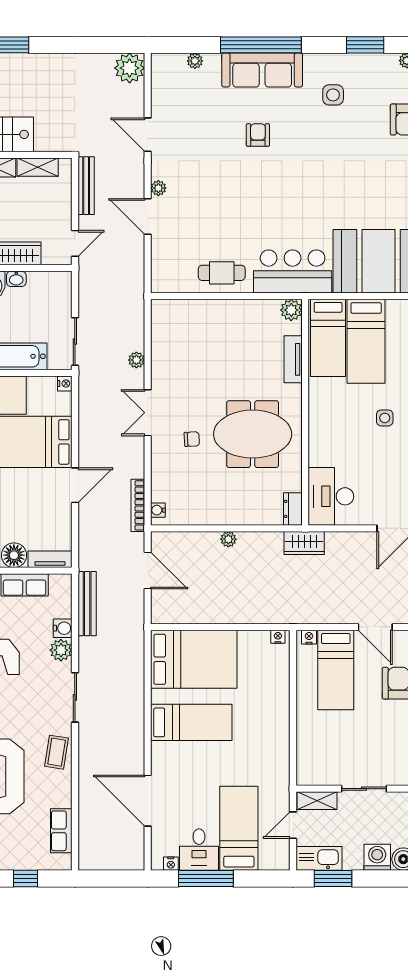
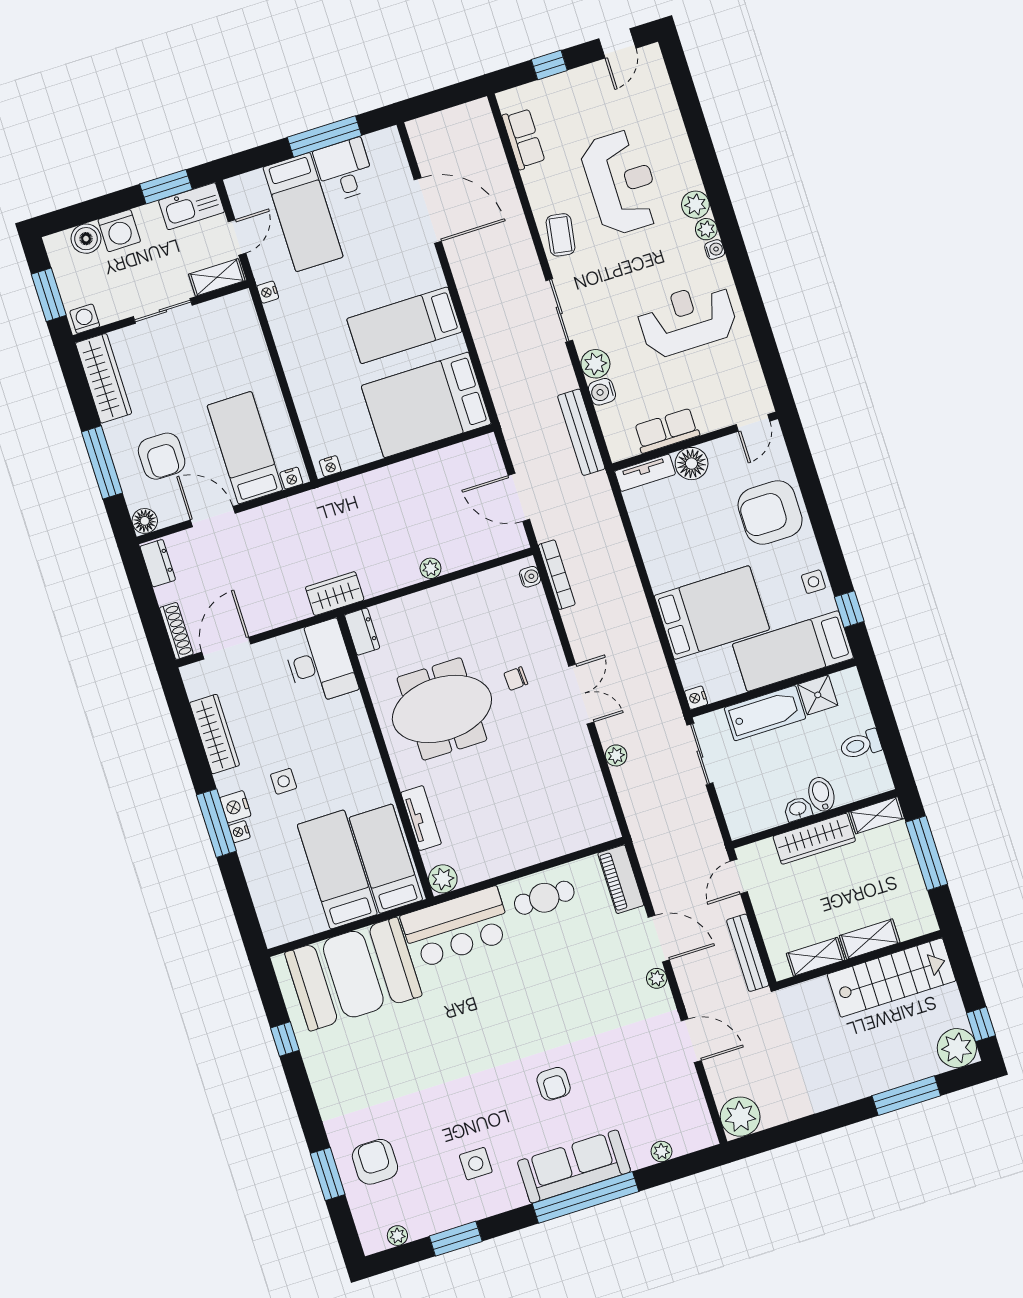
piano: (162, 269) -> (621, 879), added
door: (75, 485) -> (643, 575), removed
nightstand: (171, 864) -> (268, 292), moved, turned -90

